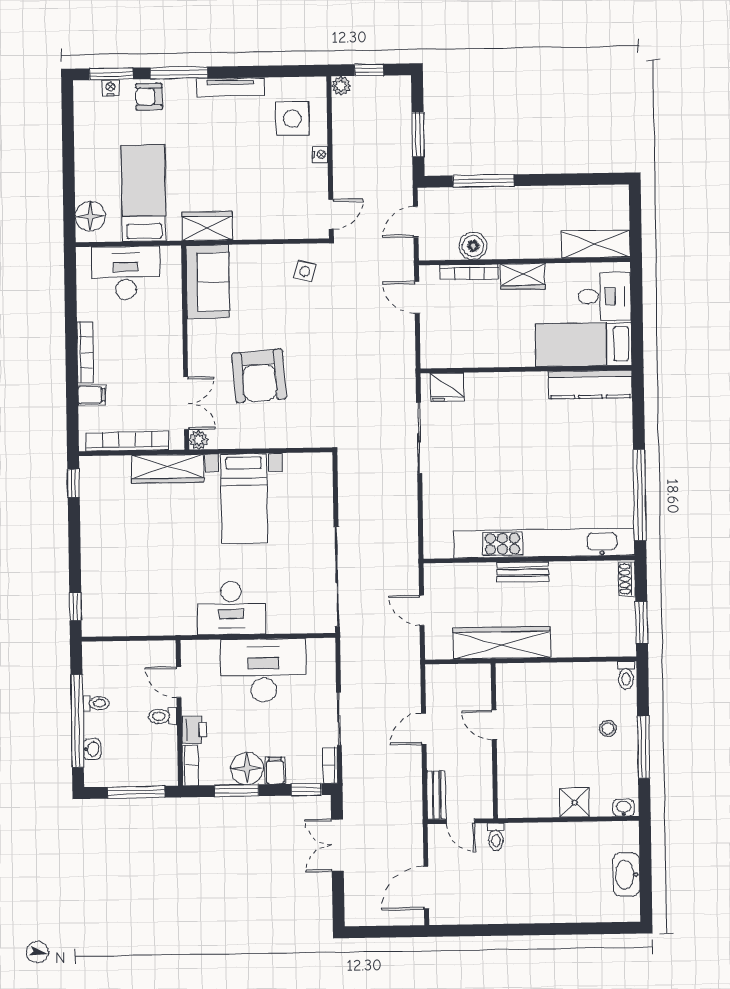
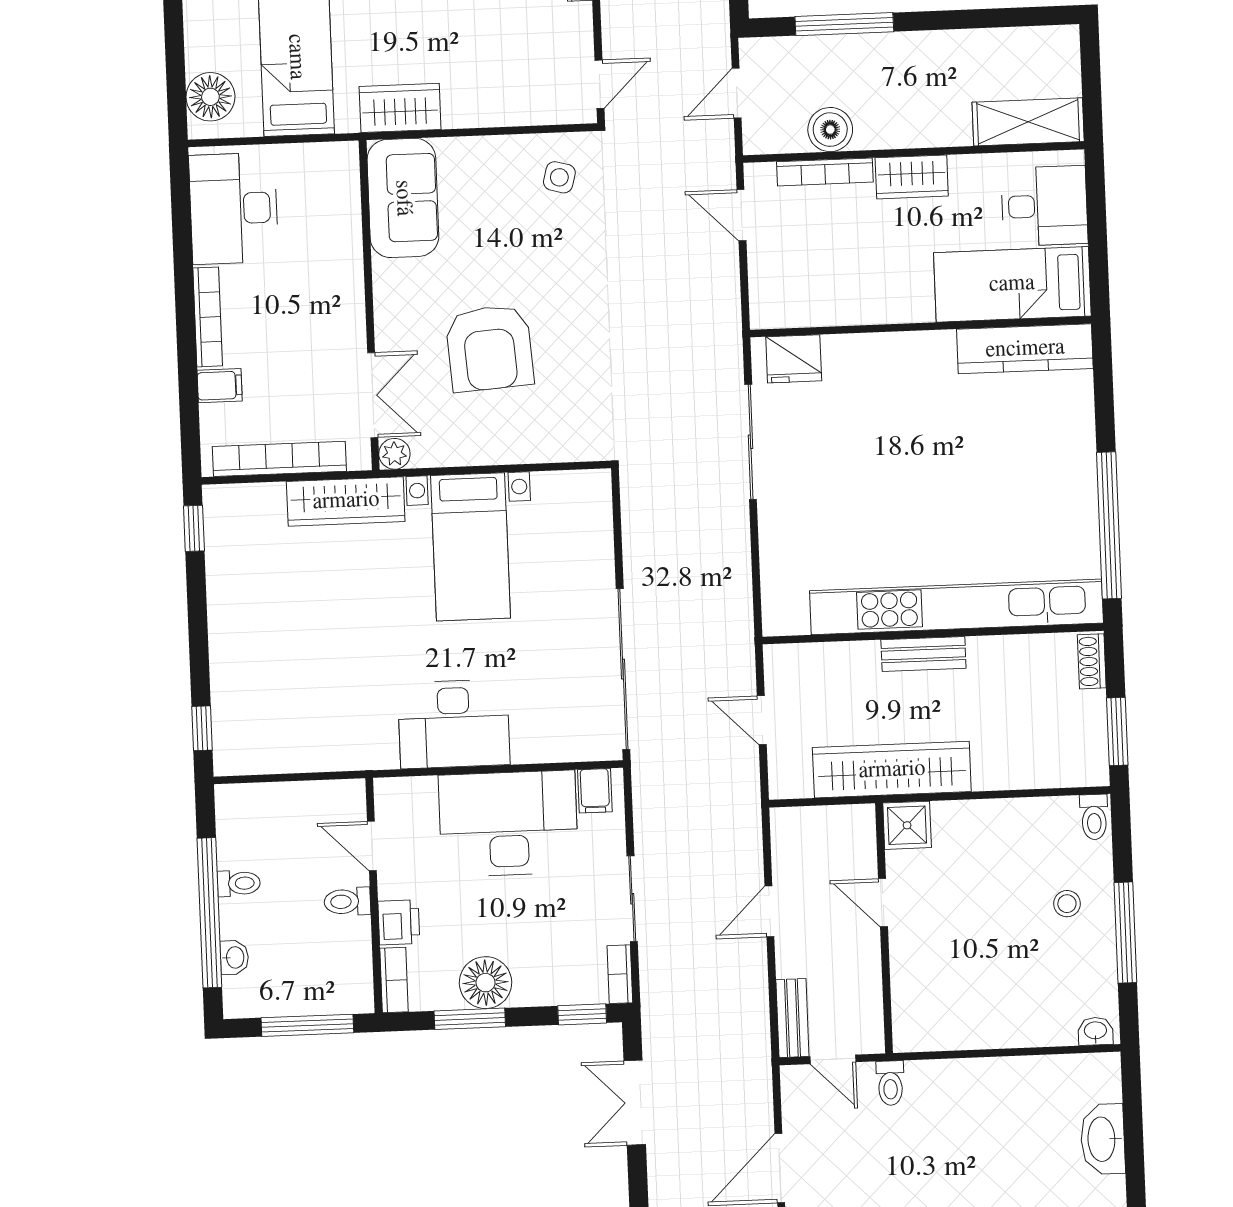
desk: (126, 273) -> (234, 208), moved, turned -90
filing cabinet: (275, 771) -> (595, 791), moved, turned 180
shower: (575, 803) -> (907, 825), moved

